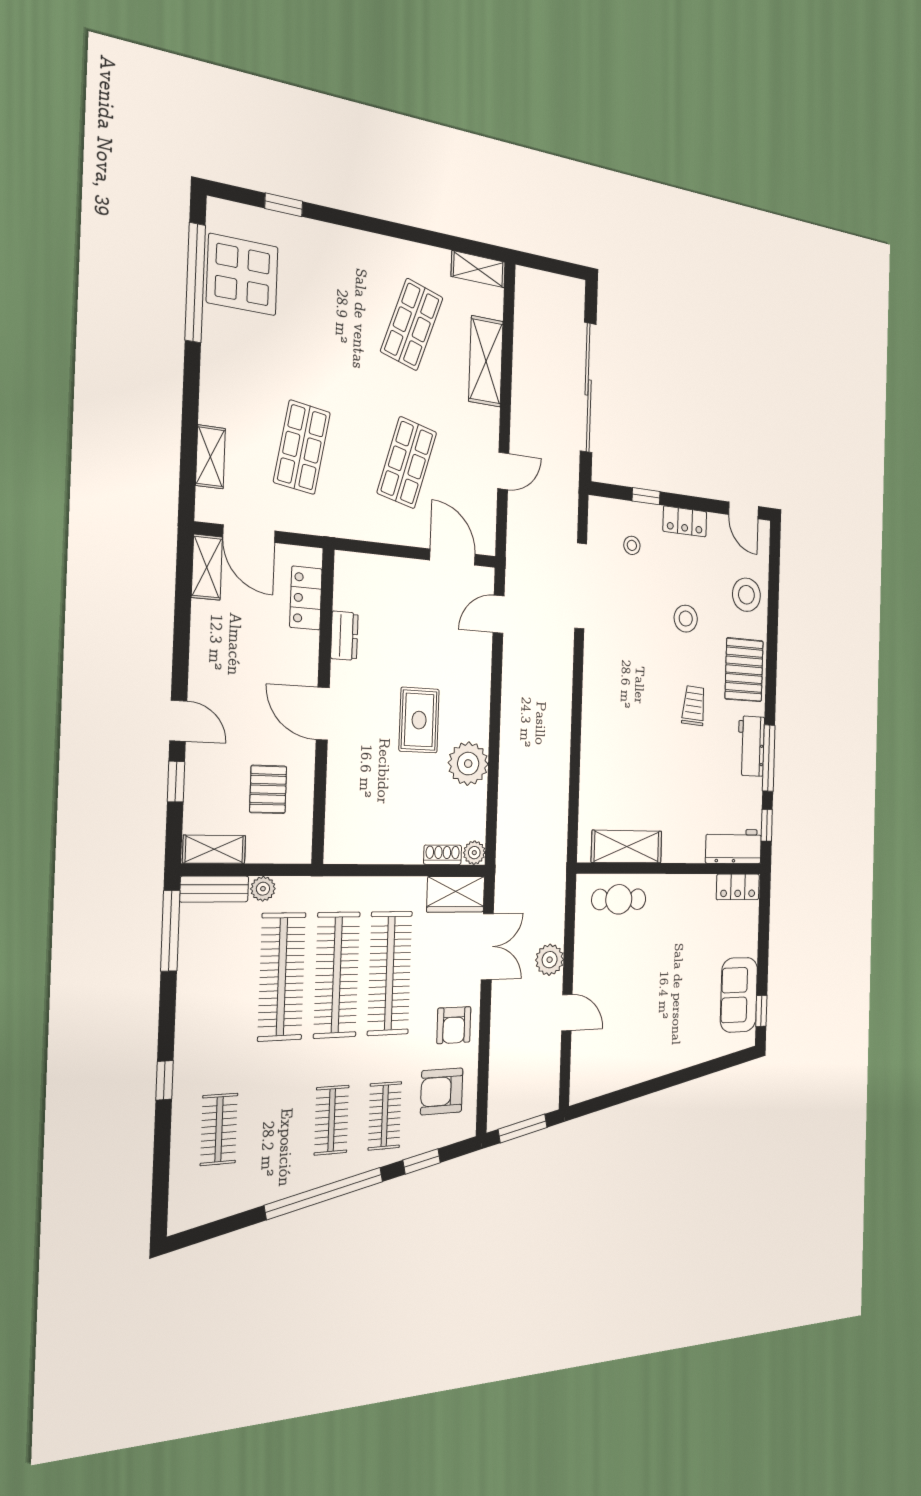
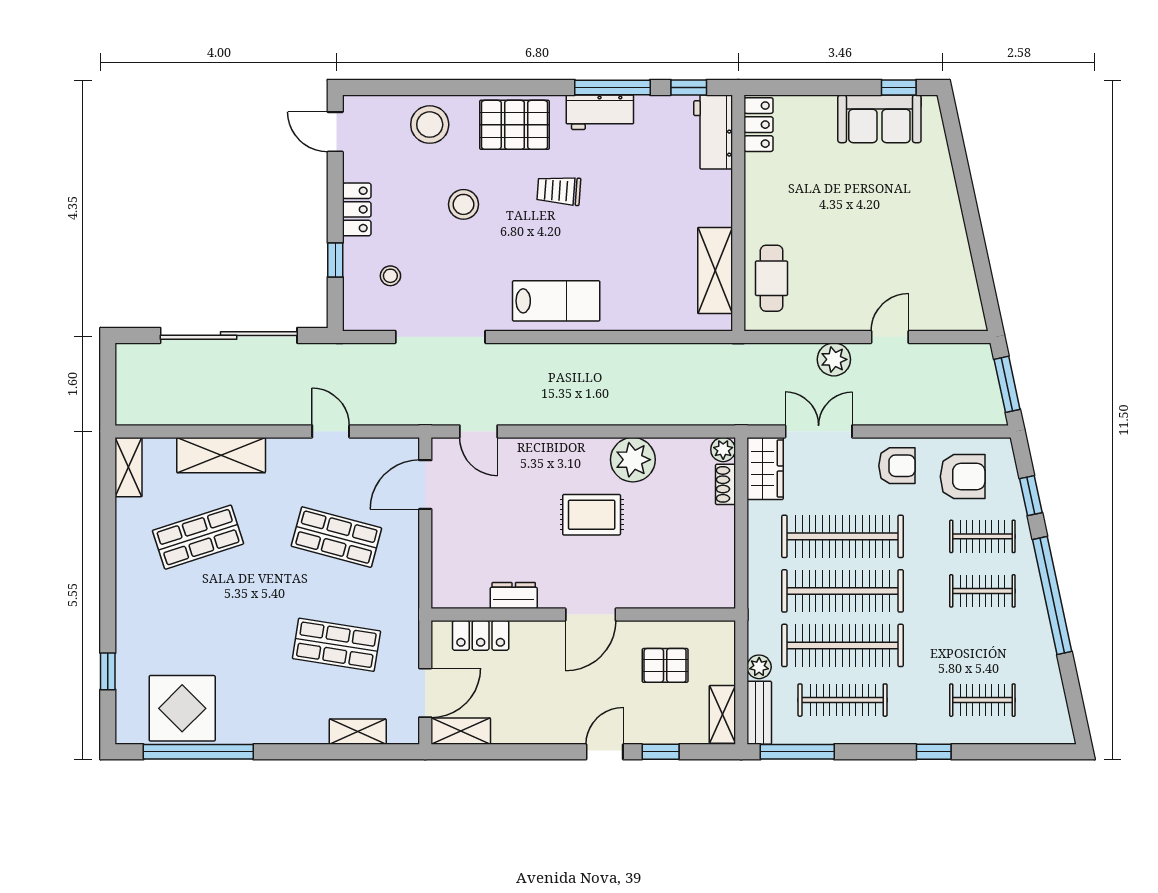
shop shelf: (412, 324) -> (198, 537), turned -36
door: (744, 510) -> (335, 132), swing flipped
lab bench: (607, 697) -> (556, 301), added
clothes rail: (225, 978) -> (843, 700), added
armchair: (442, 1091) -> (963, 477), turned -90

